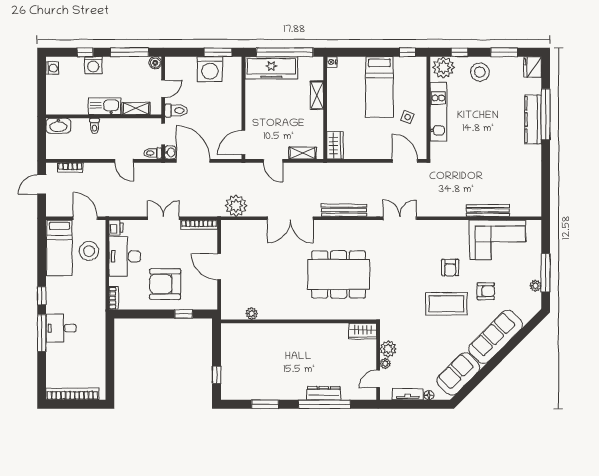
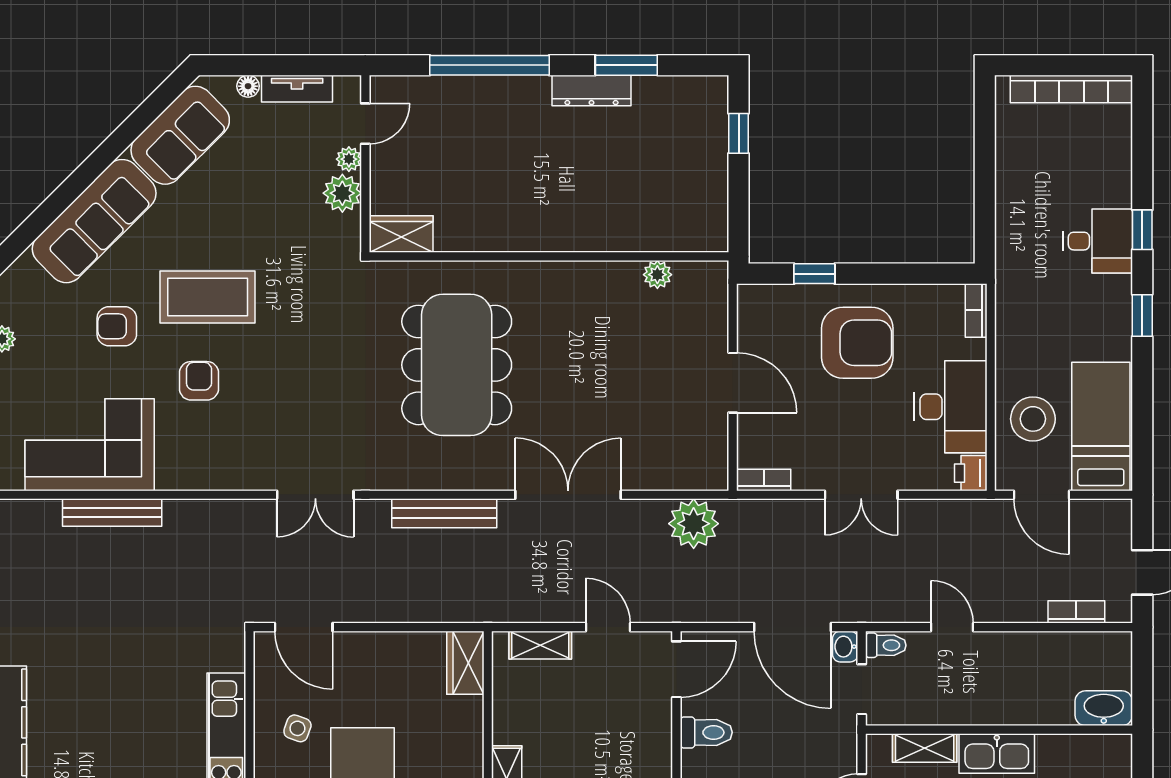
toilet: (176, 111) -> (706, 732), moved, turned 180
toilet: (95, 126) -> (1020, 708), removed
bookcase: (199, 225) -> (764, 480), width x0.64
dining table: (339, 274) -> (457, 365), turned 90
window: (42, 333) -> (1142, 230), width x0.46
dresser: (324, 393) -> (591, 91), moved

